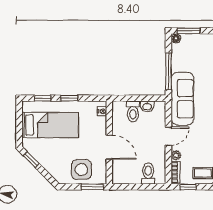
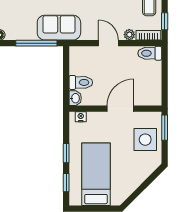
sofa: (182, 99) -> (59, 28), width x0.73
washbasin: (147, 106) -> (75, 98), moved
window: (31, 160) -> (134, 195), removed
toilet: (148, 174) -> (150, 53), moved

